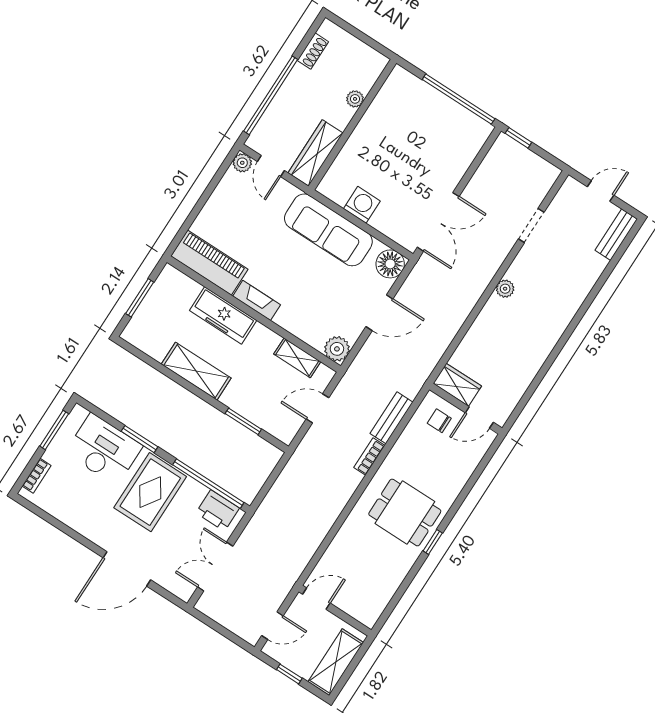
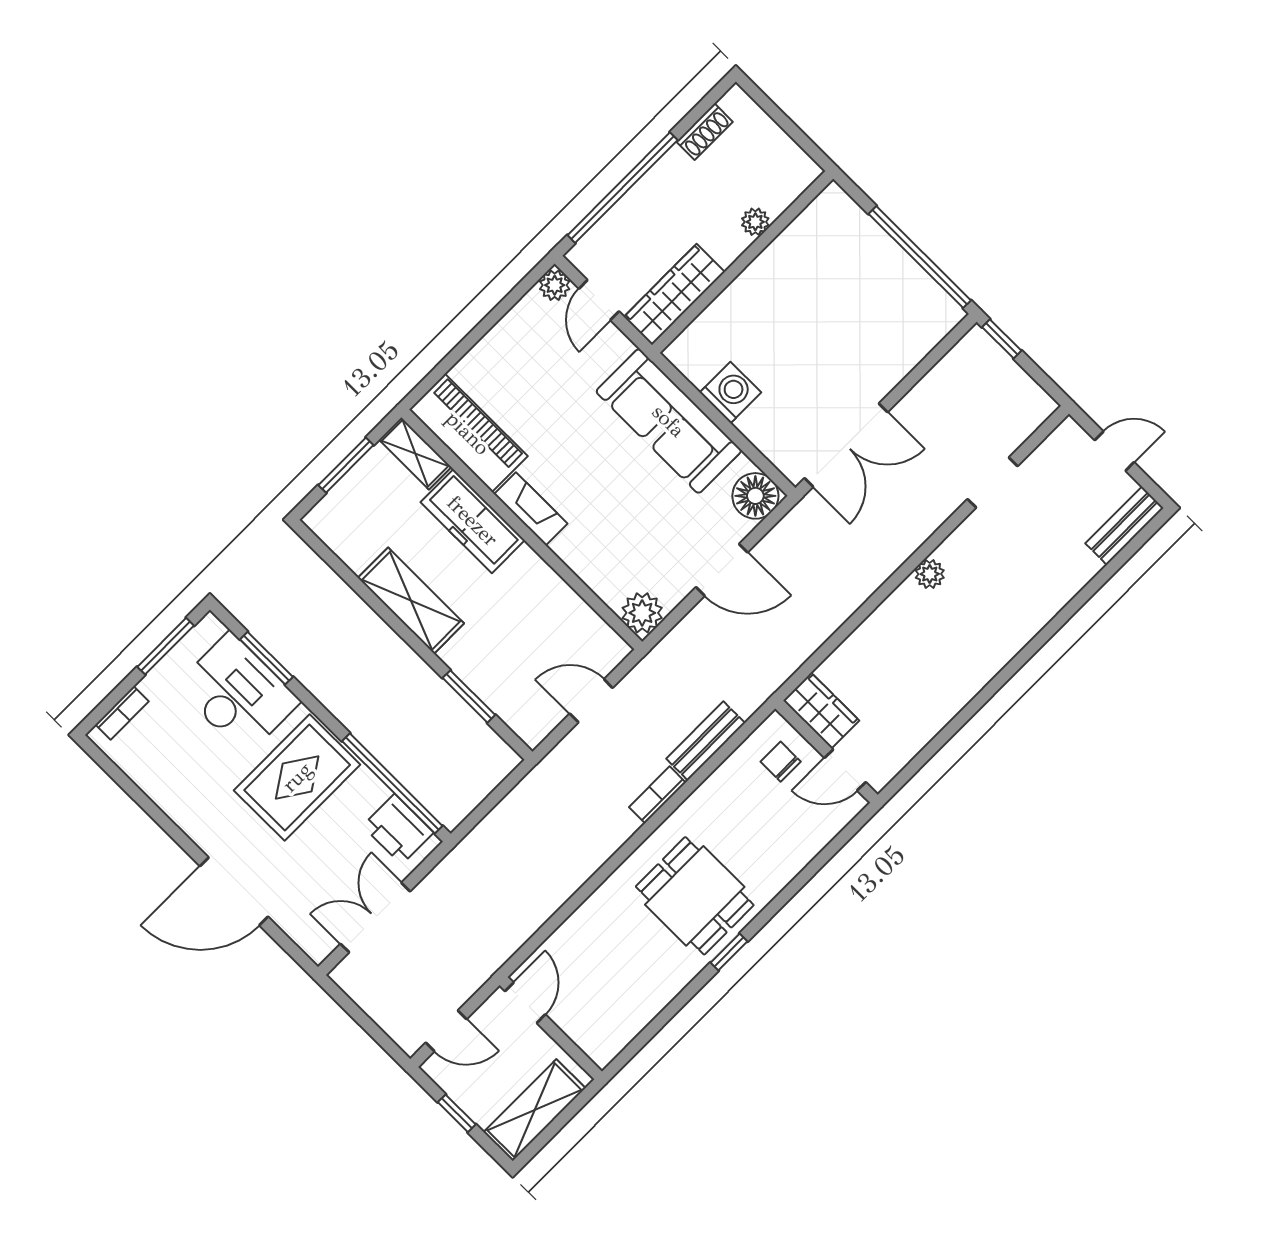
shelving: (297, 358) -> (415, 453), moved
window: (140, 439) -> (266, 658), moved
door: (316, 599) -> (525, 1003), hinge flipped

